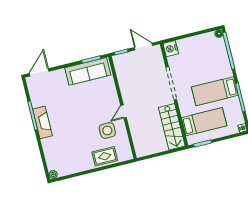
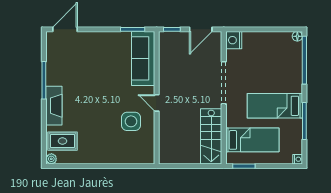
door: (143, 47) -> (201, 29), swing flipped
sofa: (88, 71) -> (143, 58), moved, turned 90
door: (124, 111) -> (157, 103), hinge flipped
fireplace: (43, 122) -> (54, 106), moved
rug: (105, 156) -> (62, 141), moved

